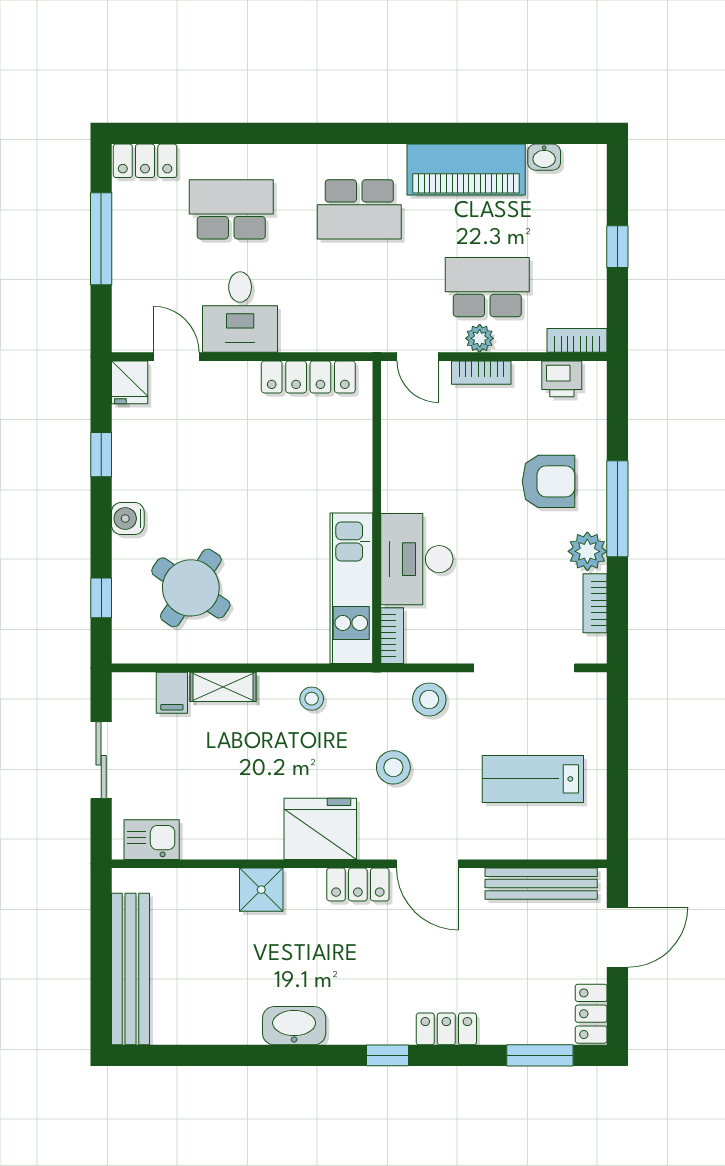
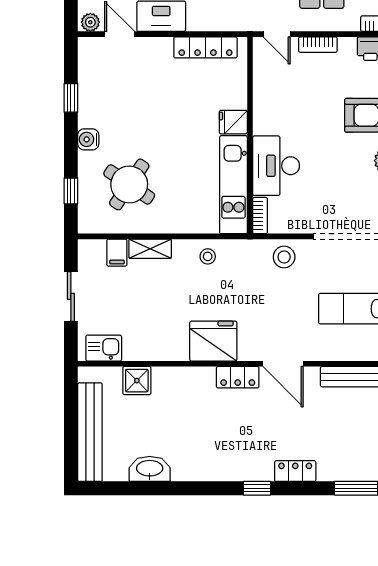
plant: (480, 338) -> (90, 22), moved
fridge: (130, 382) -> (233, 122), moved, turned 90
stool: (393, 767) -> (261, 301), removed
shower: (261, 890) -> (137, 381), moved
washbasin: (294, 1026) -> (150, 469), moved

